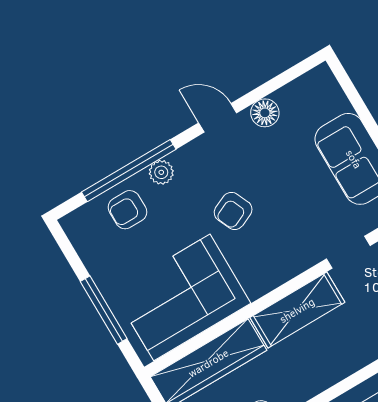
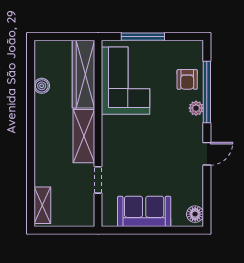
floor lamp: (265, 113) -> (195, 214), moved
armchair: (128, 210) -> (187, 79), turned 180
armchair: (233, 211) -> (154, 133), removed

